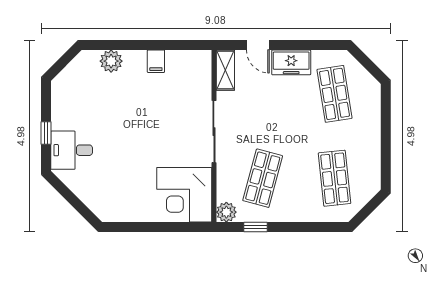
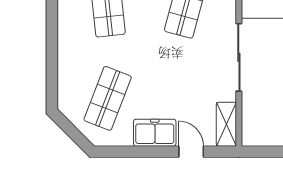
shop shelf: (335, 94) -> (108, 98), turned 30

